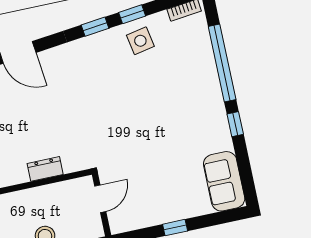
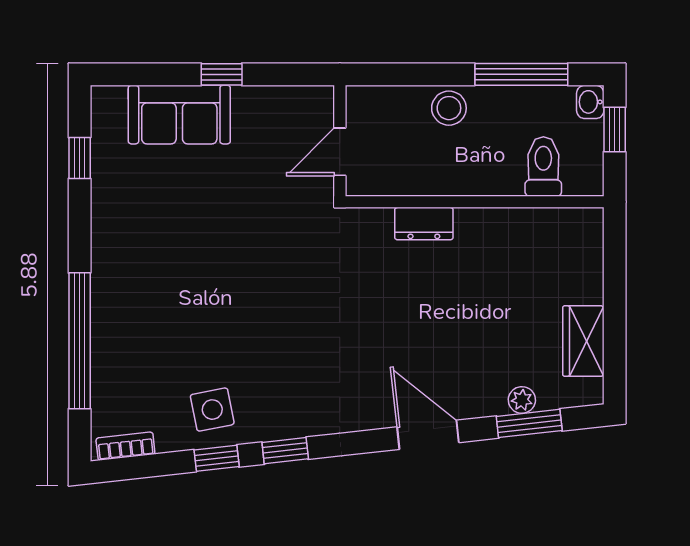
window: (235, 124) -> (80, 158), moved
sofa: (224, 181) -> (179, 115), moved, turned 90

